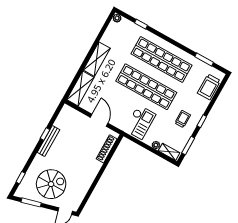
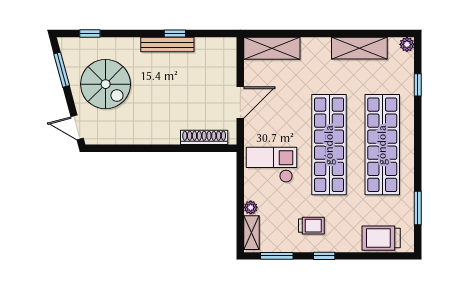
shelving: (97, 59) -> (359, 48), moved
checkout: (140, 122) -> (271, 165), turned 180

